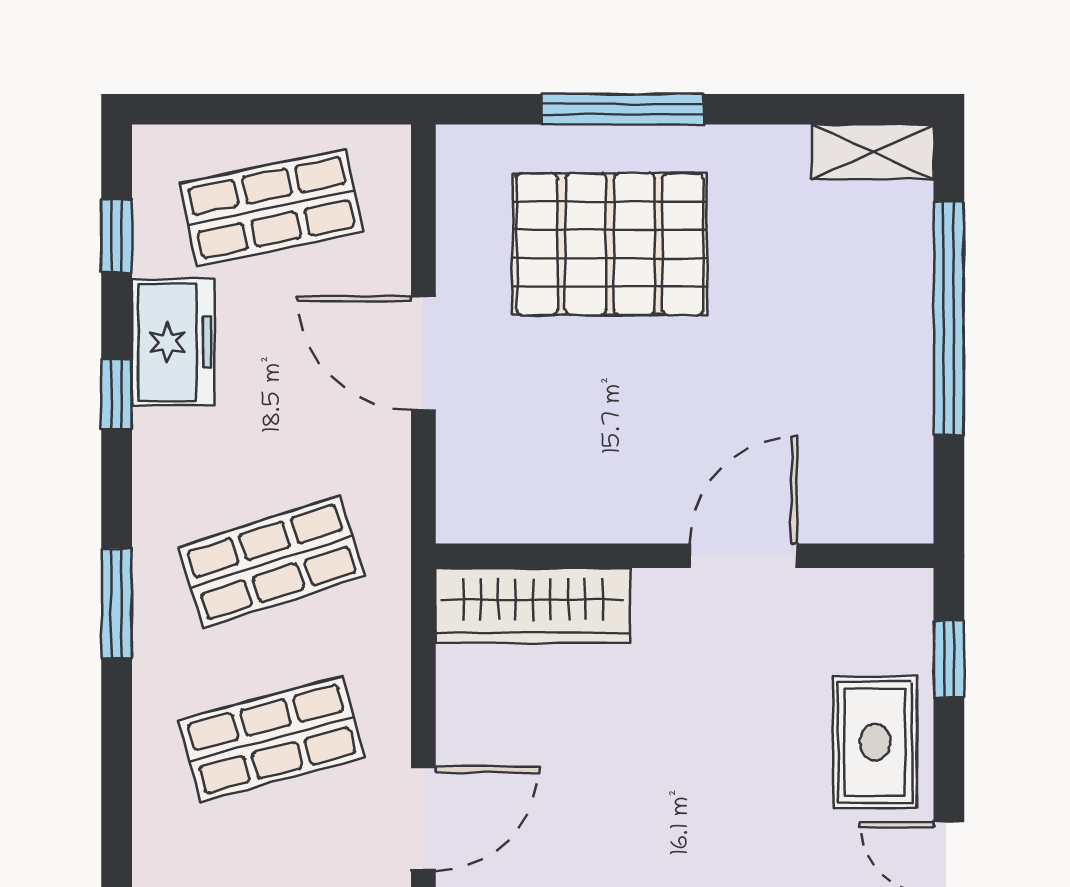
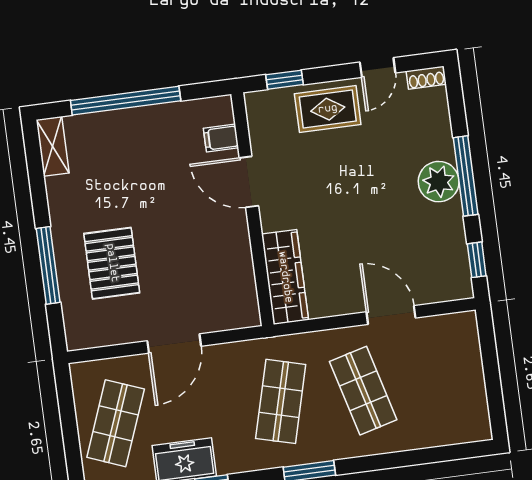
shop shelf: (271, 208) -> (116, 423), turned 33
pallet: (610, 244) -> (112, 263), width x0.73, depth x0.71
filing cabinet: (843, 509) -> (221, 138), added
shop shelf: (271, 562) -> (281, 401), turned 33

